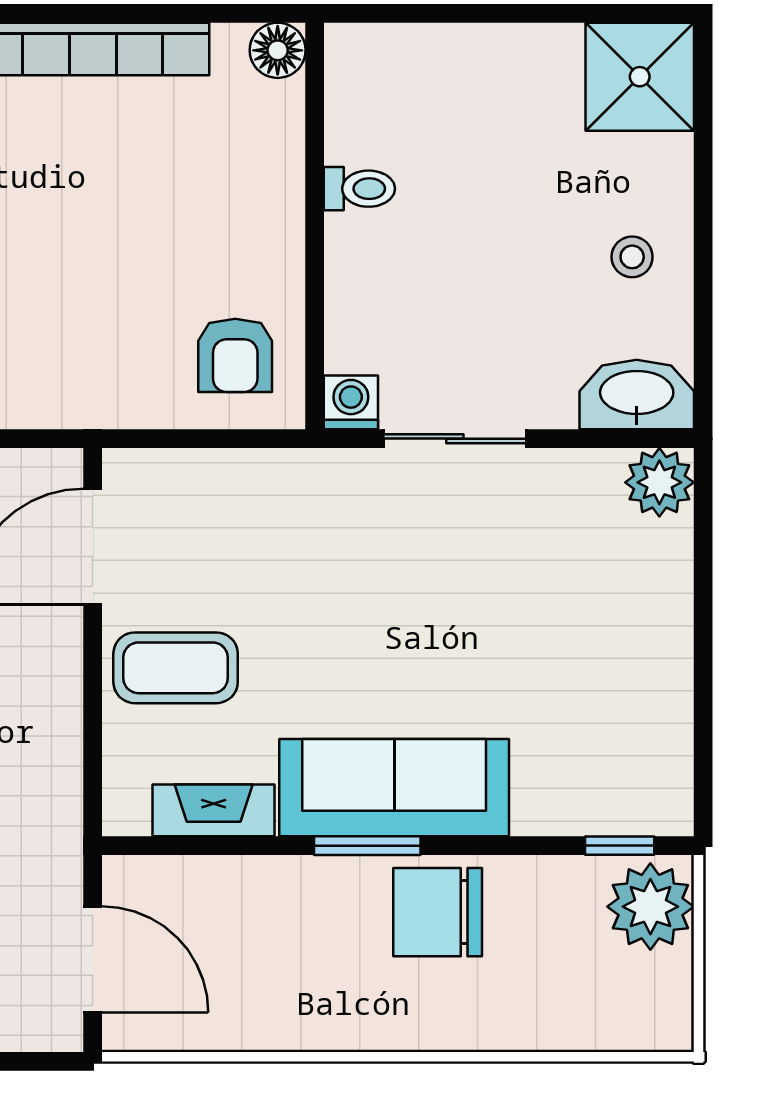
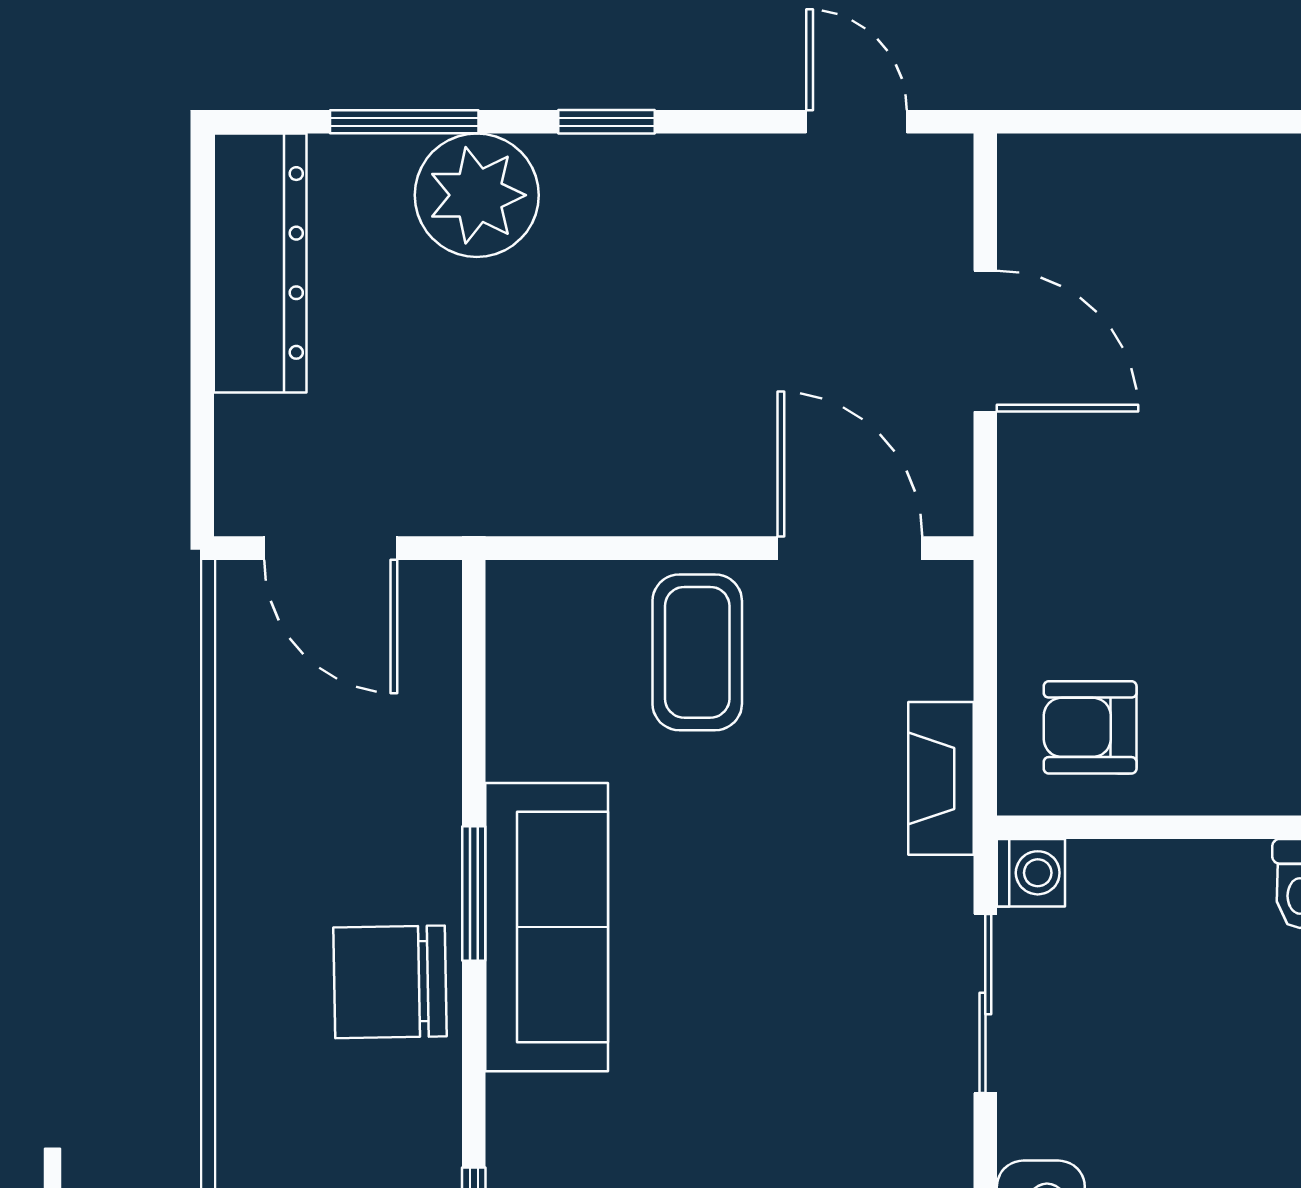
fireplace: (214, 810) -> (941, 778), moved, turned 180
chair: (438, 912) -> (390, 982), turned -91
door: (93, 959) -> (331, 548), hinge flipped

